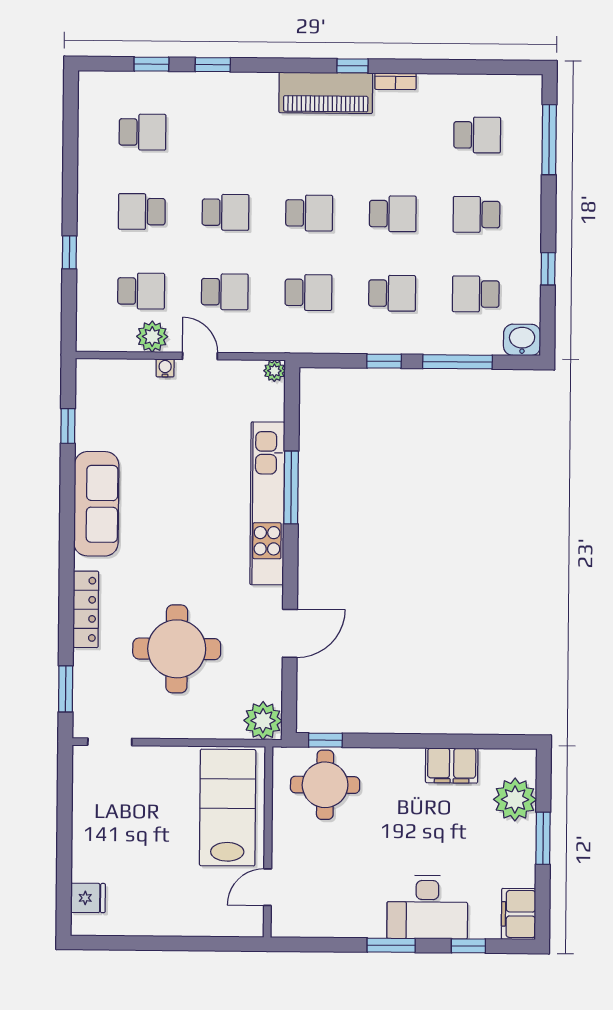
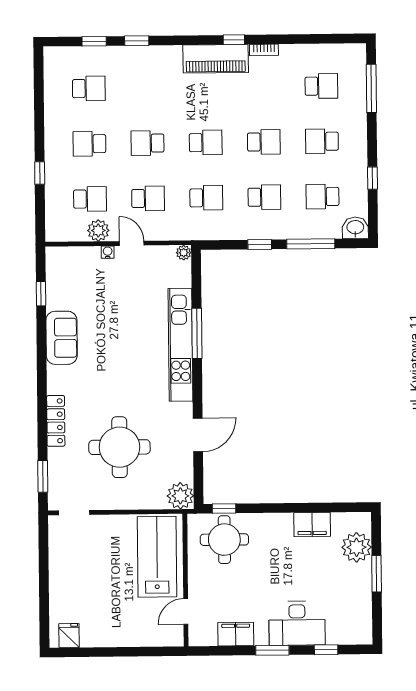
school desk: (225, 212) -> (148, 143), turned 180
sofa: (96, 504) -> (62, 338), width x0.73
fridge: (88, 898) -> (69, 636), moved, turned -90
filing cabinet: (519, 914) -> (236, 634), moved, turned 90

